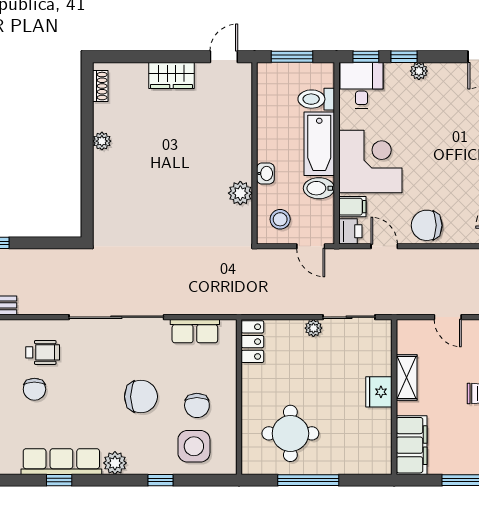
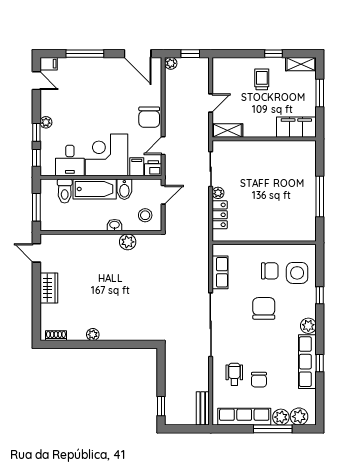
desk: (361, 85) -> (70, 161), moved, turned -90
locker: (252, 342) -> (220, 215), moved, turned 90
shelving: (407, 377) -> (227, 131), moved
chair: (34, 389) -> (259, 380), turned 90
fridge: (379, 392) -> (261, 149), removed
round table: (290, 433) -> (289, 208), removed

